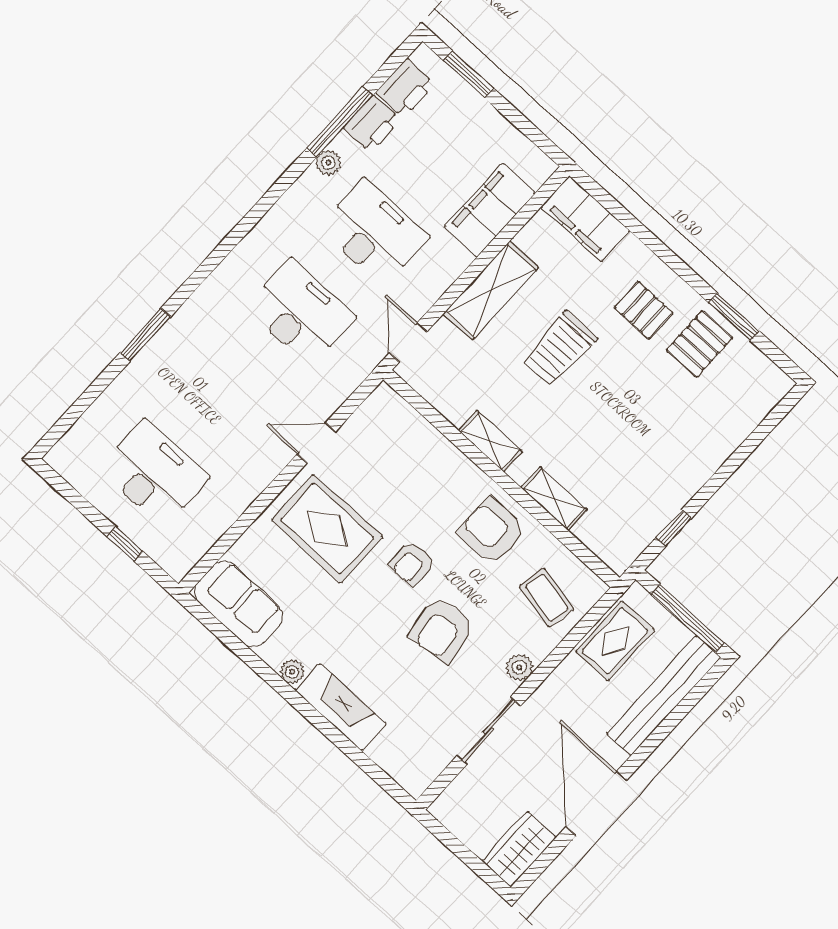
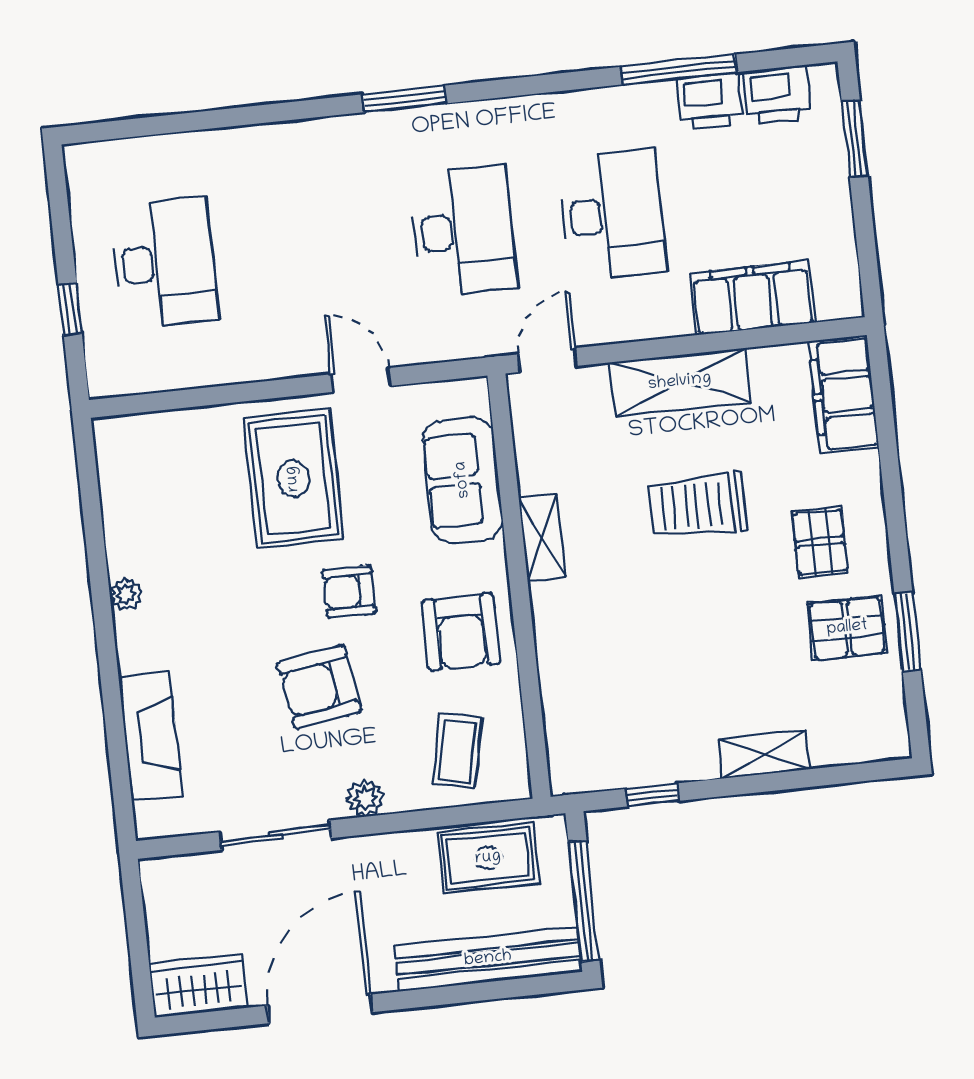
plant: (328, 163) -> (629, 101), removed
window: (145, 335) -> (404, 99), moved
shelving: (554, 499) -> (764, 754), moved, turned 90
armchair: (492, 531) -> (461, 632), turned 180
sofa: (239, 604) -> (463, 480), moved, turned 180
fireplace: (341, 707) -> (150, 736), moved

